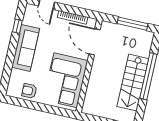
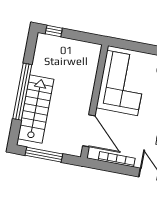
stairs: (133, 83) -> (36, 109), moved

